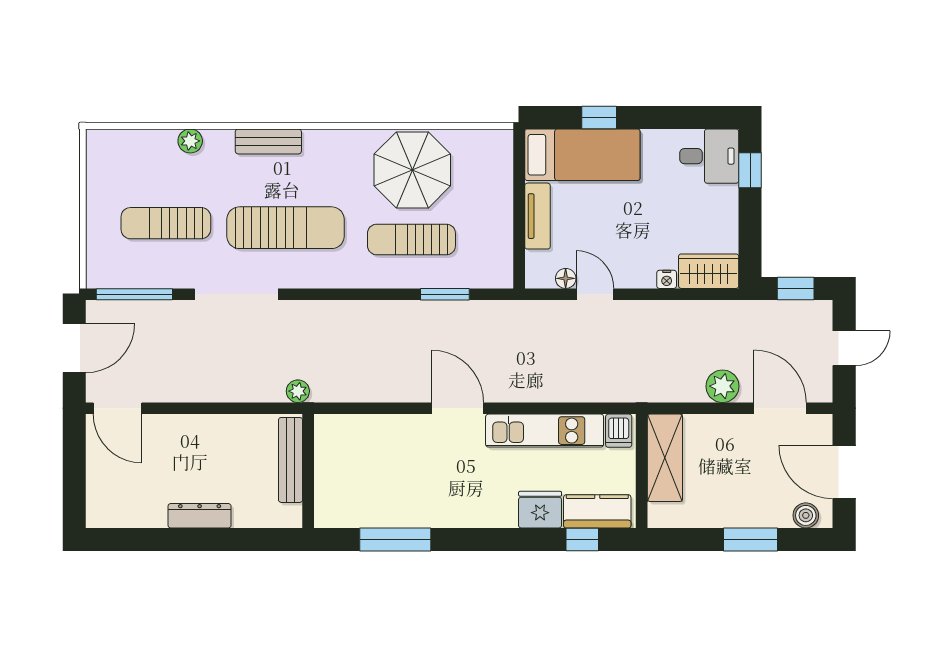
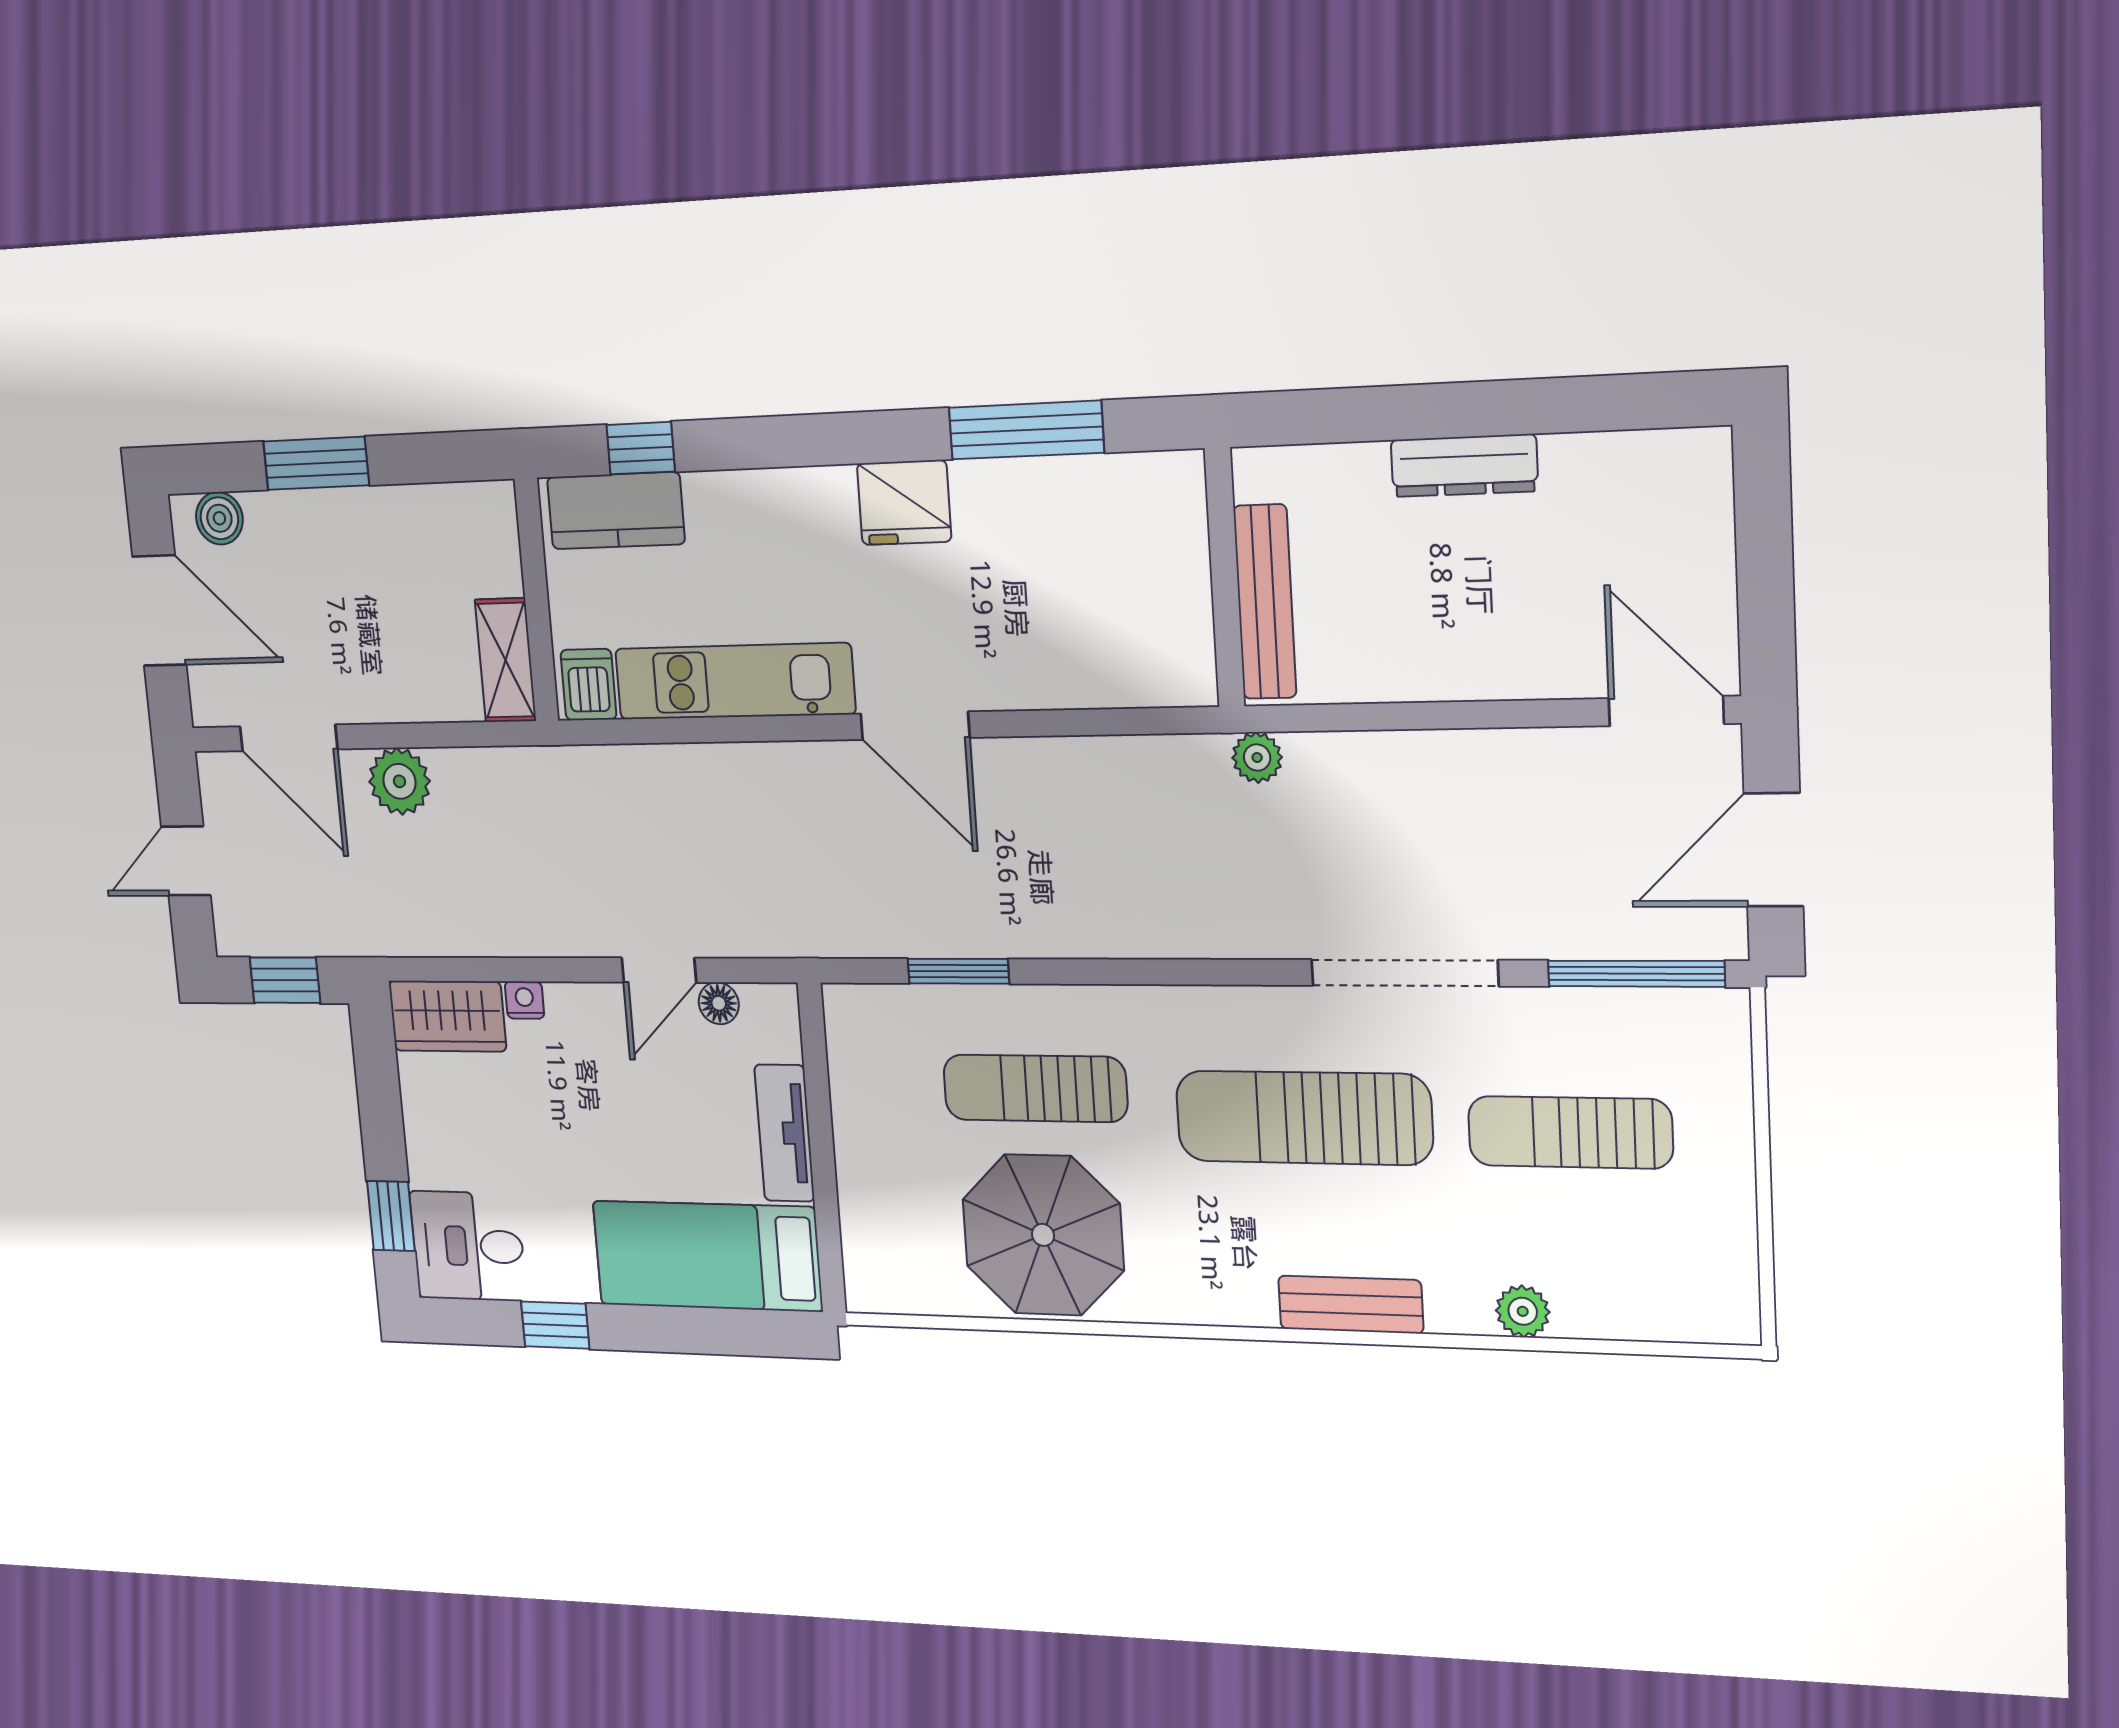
window: (599, 117) -> (555, 1325), moved
sun lounger: (166, 223) -> (1570, 1132), turned 180
sun lounger: (411, 239) -> (1035, 1088), turned 180
door: (595, 294) -> (659, 970), hinge flipped
shelving: (665, 458) -> (505, 660), width x0.67, depth x0.75
fridge: (540, 510) -> (904, 503), moved

